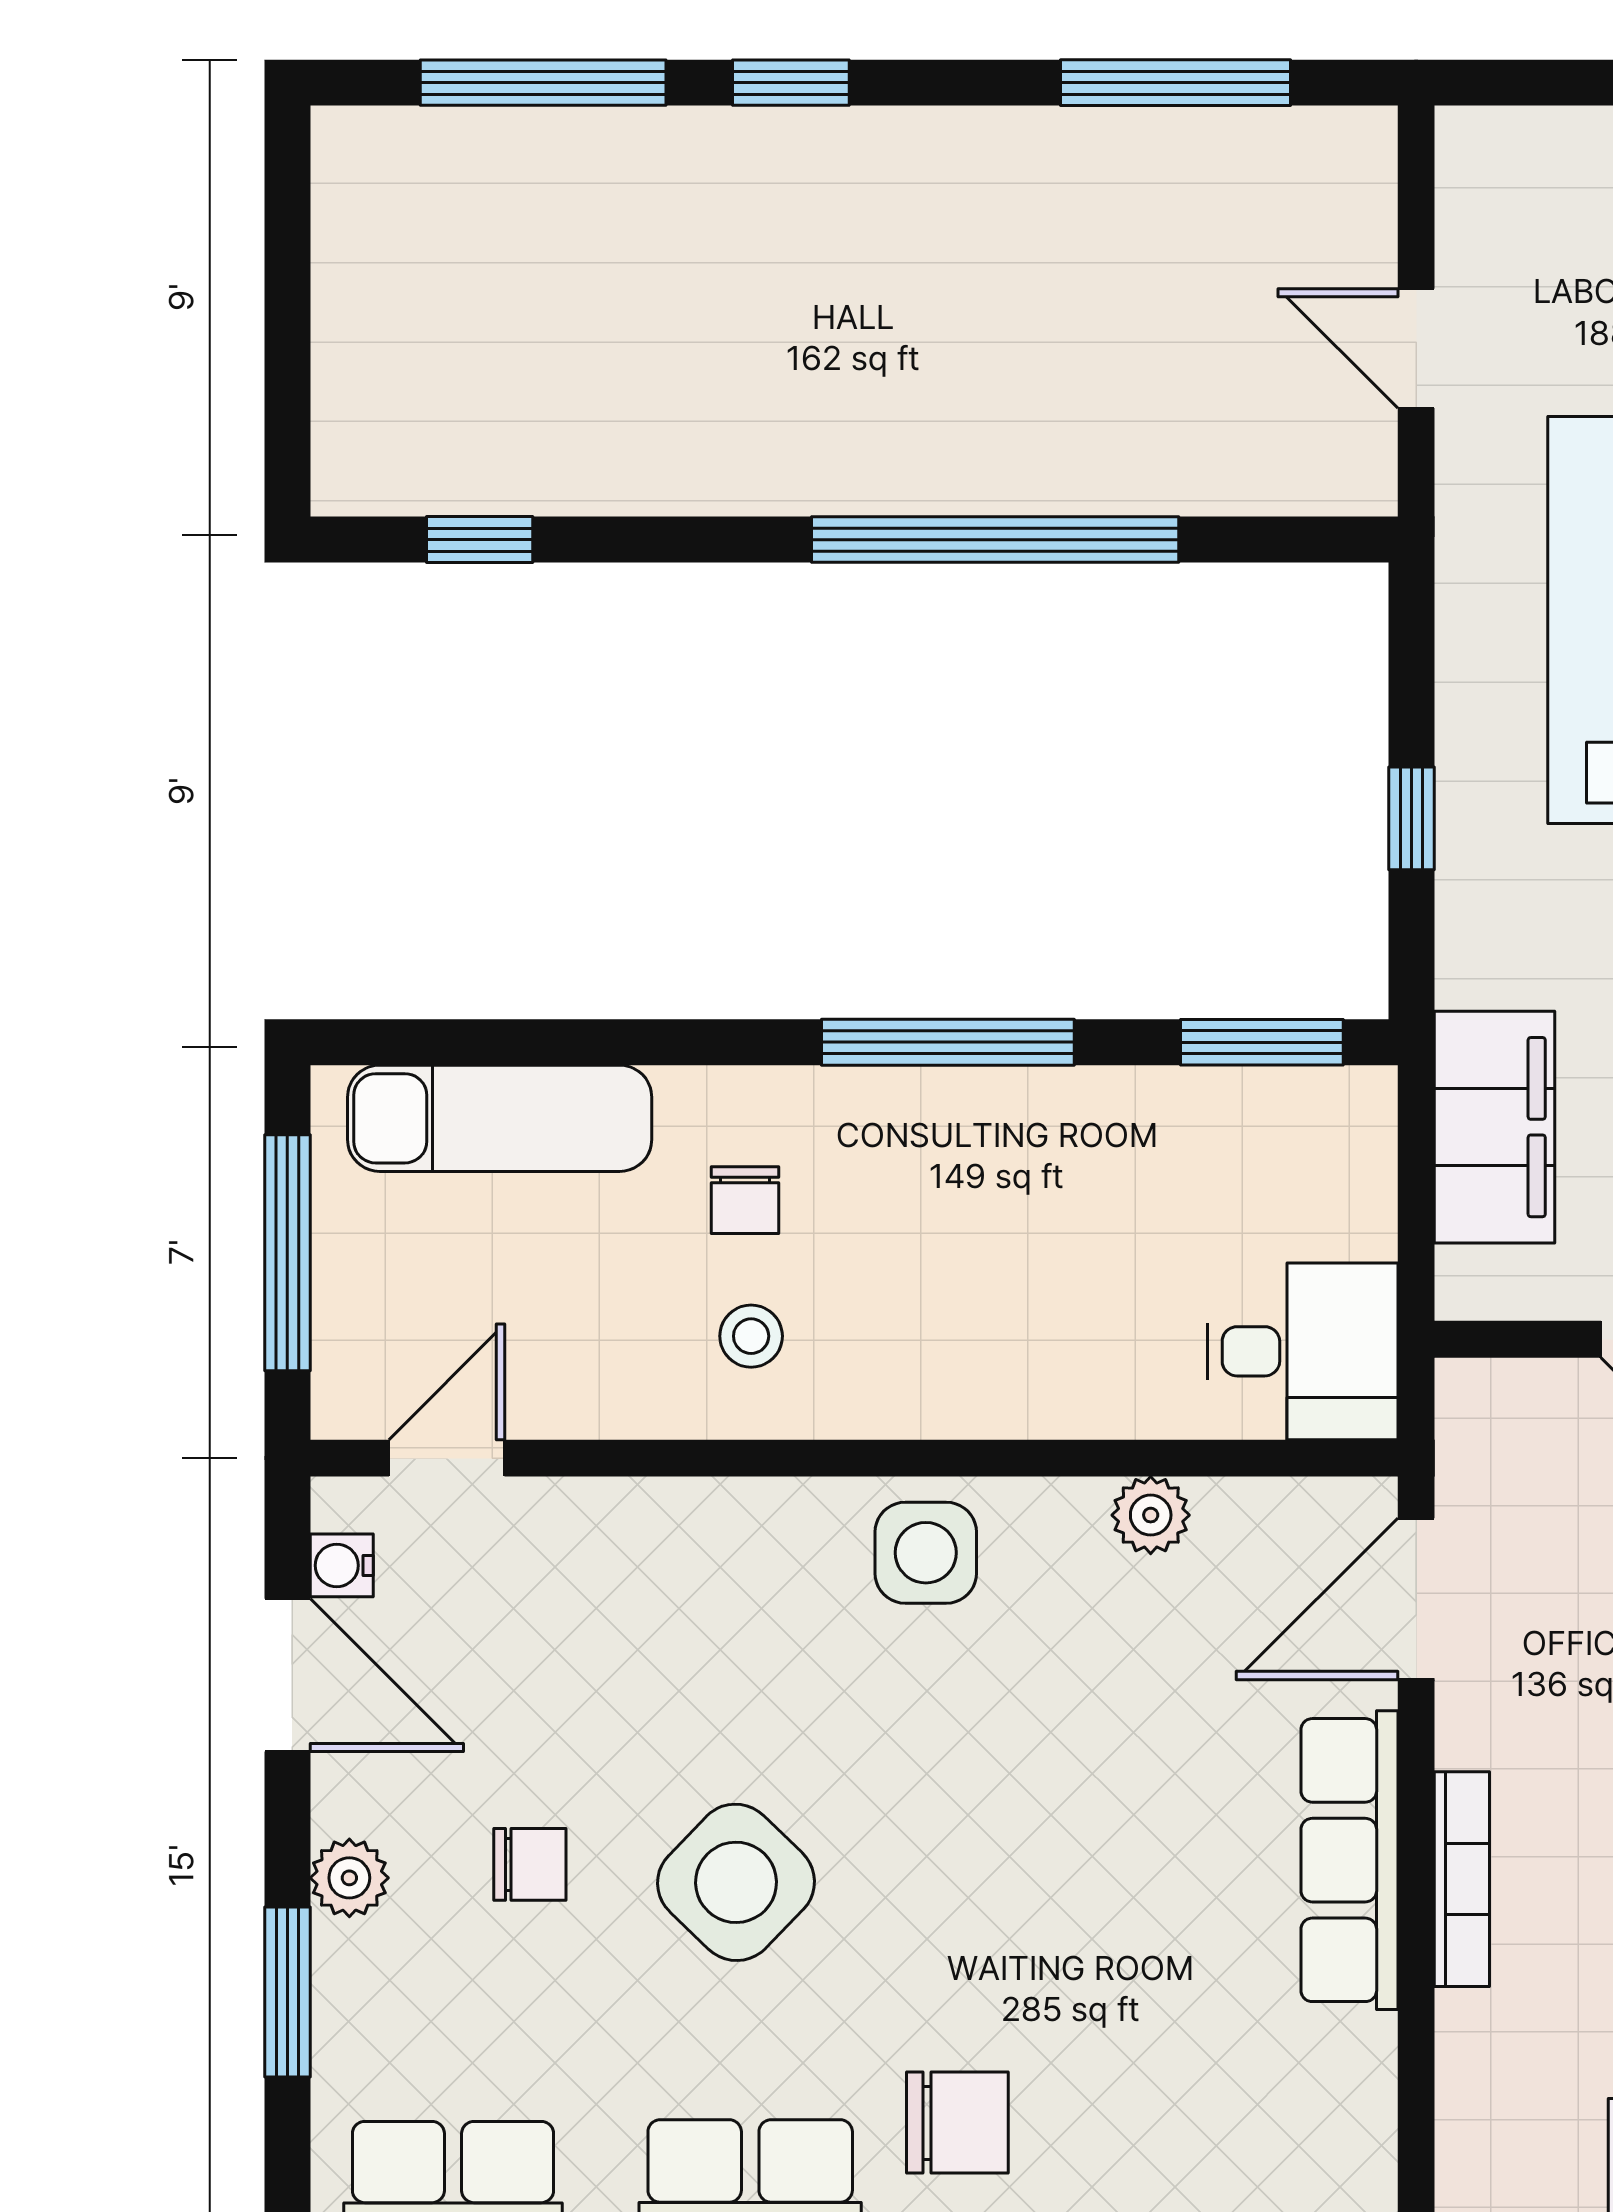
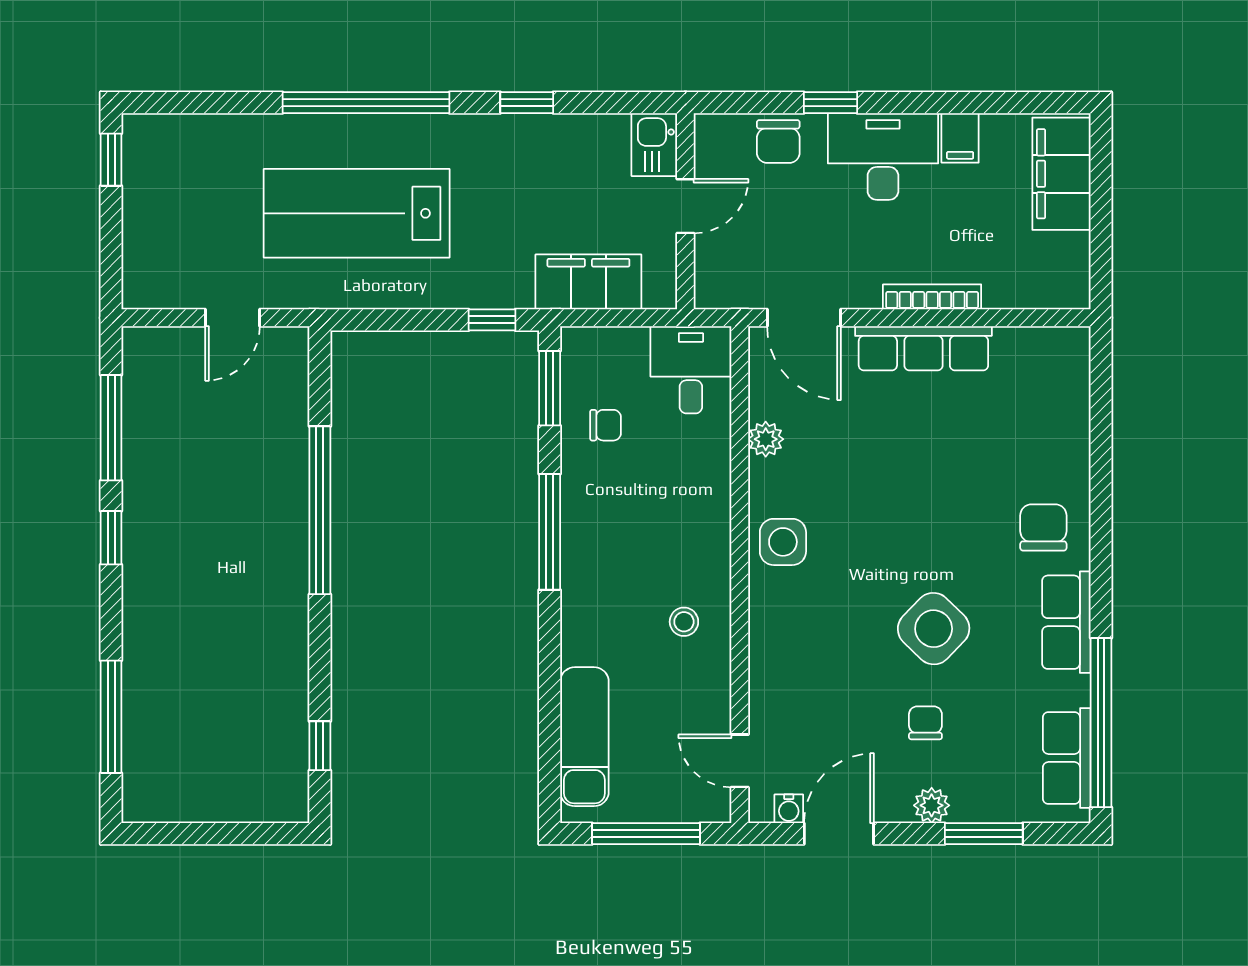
window: (791, 83) -> (111, 538), moved
window: (1412, 818) -> (492, 320), moved
chair: (745, 1200) -> (606, 425), moved

